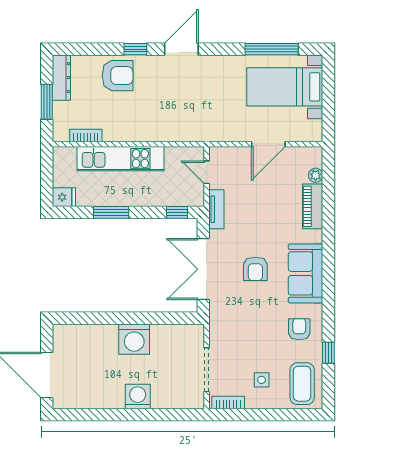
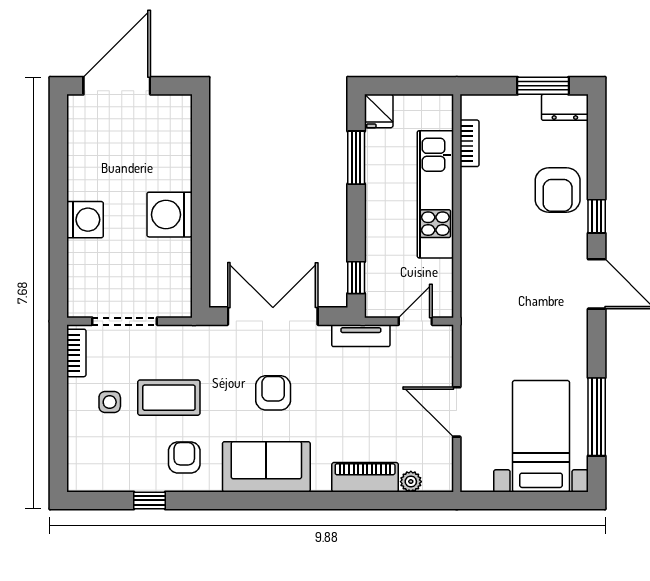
dresser: (61, 78) -> (565, 107), width x0.70
window: (47, 102) -> (543, 86), moved
window: (111, 212) -> (356, 158), moved
armchair: (255, 269) -> (273, 393), turned 90
armchair: (299, 329) -> (184, 457), turned -90
coffee table: (302, 384) -> (169, 398), moved

